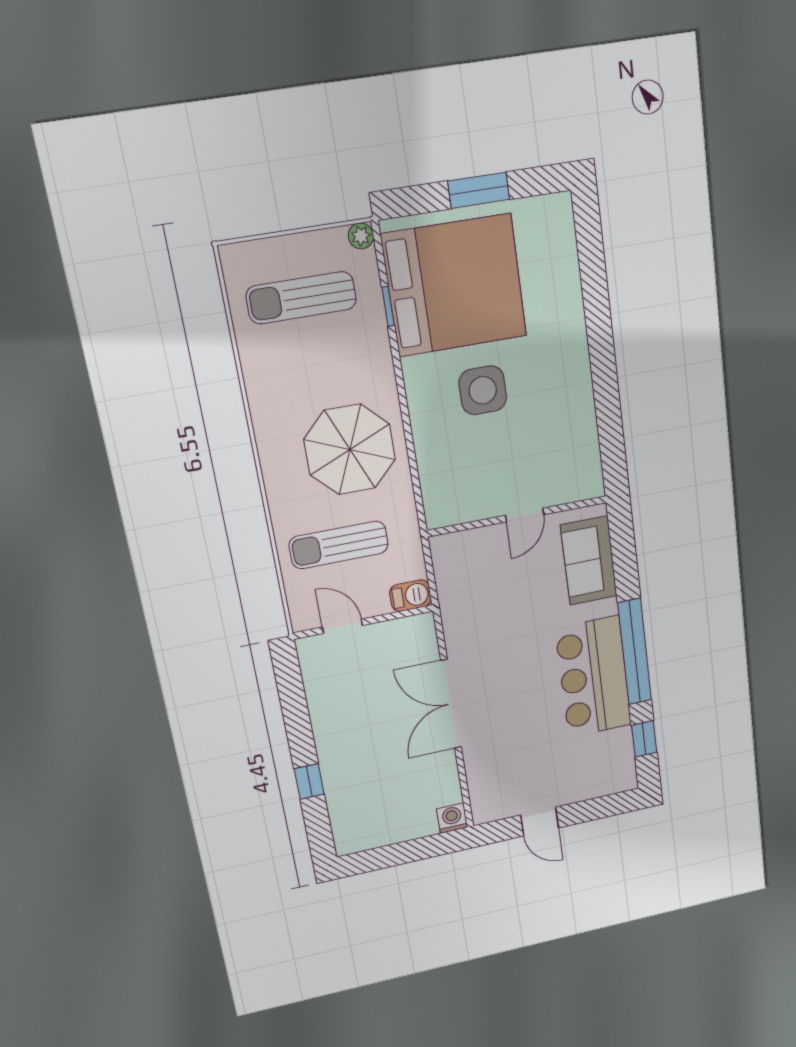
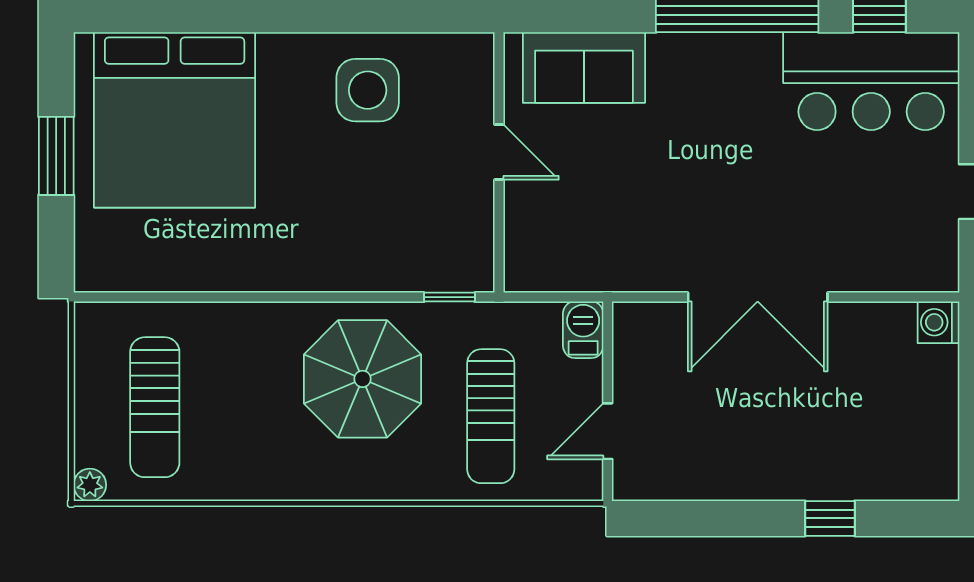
plant: (361, 236) -> (90, 485), moved
bed: (455, 286) -> (175, 120), moved, turned 180
window: (388, 306) -> (449, 297), moved
side table: (483, 390) -> (368, 90), moved
bar counter: (594, 677) -> (871, 81), moved

